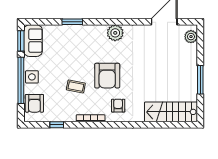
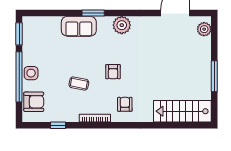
window: (72, 22) -> (93, 13), moved
sofa: (33, 41) -> (79, 26), moved, turned 90
armchair: (107, 76) -> (113, 72), width x0.53, depth x0.53
armchair: (34, 103) -> (34, 102), turned -90

